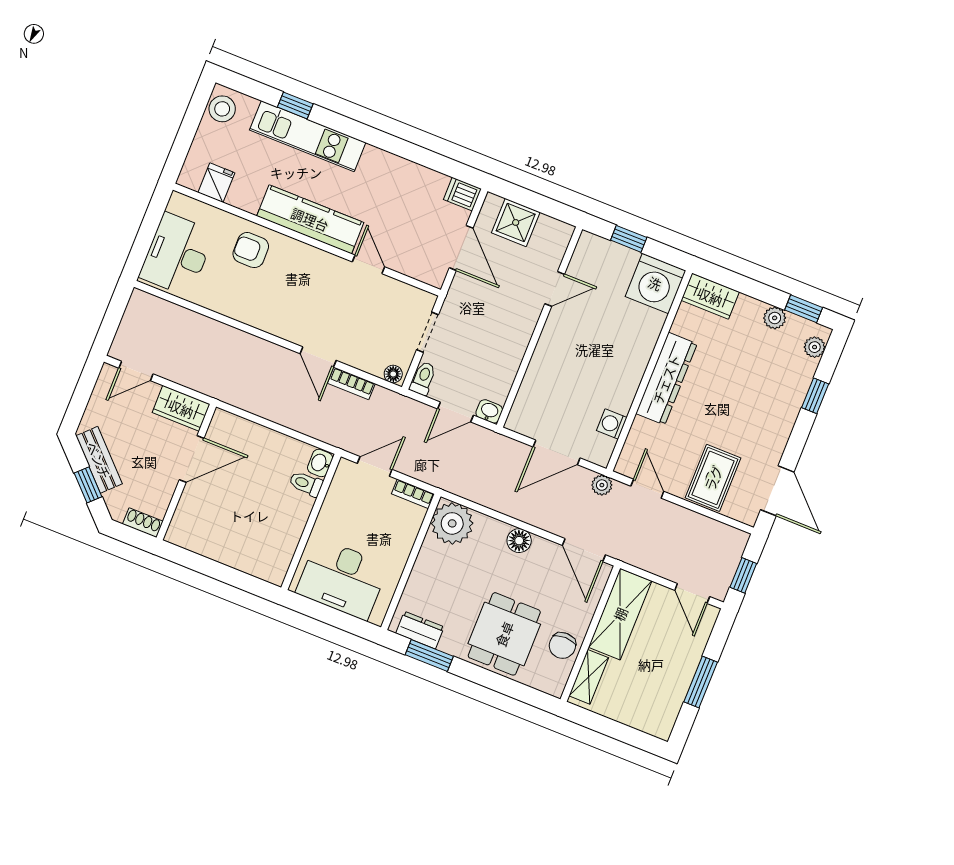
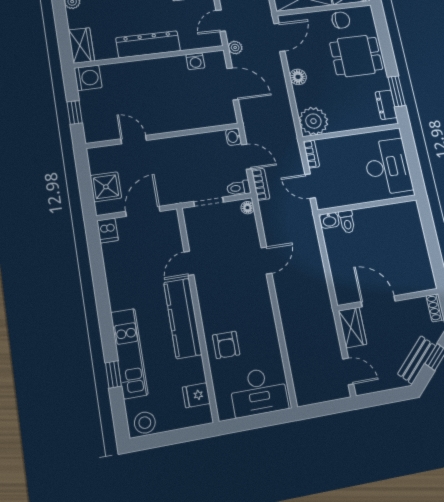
washing machine: (655, 283) -> (88, 78), width x0.73, depth x0.73
bookcase: (351, 383) -> (261, 184), moved

